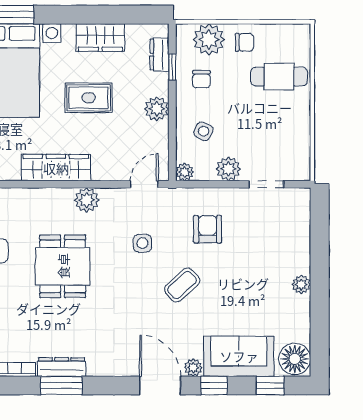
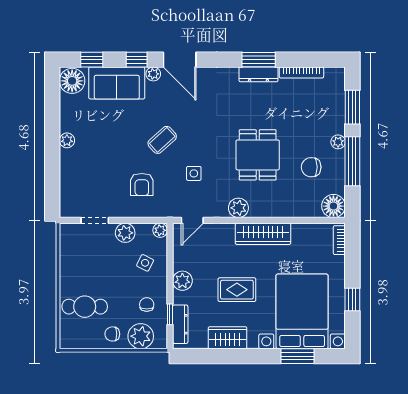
dresser: (159, 55) -> (180, 324), width x1.44

